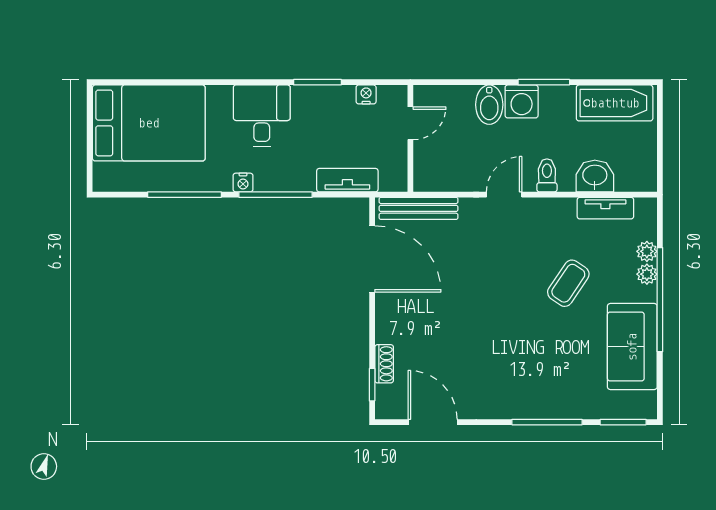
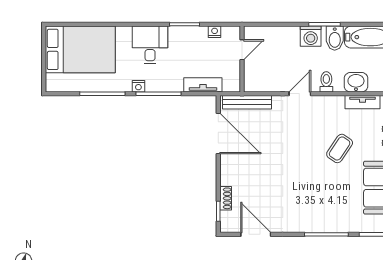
bidet: (489, 105) -> (335, 38), moved

